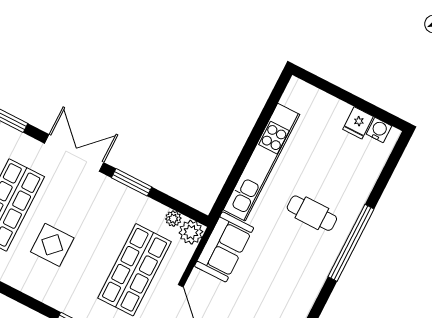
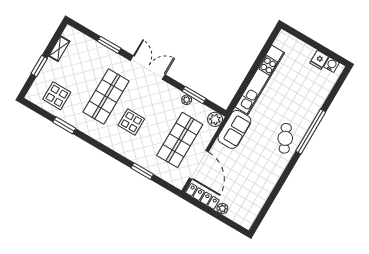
window: (132, 182) -> (194, 95), moved
cafe table: (312, 213) -> (285, 138), moved, turned 65
plant: (173, 219) -> (187, 100), moved

